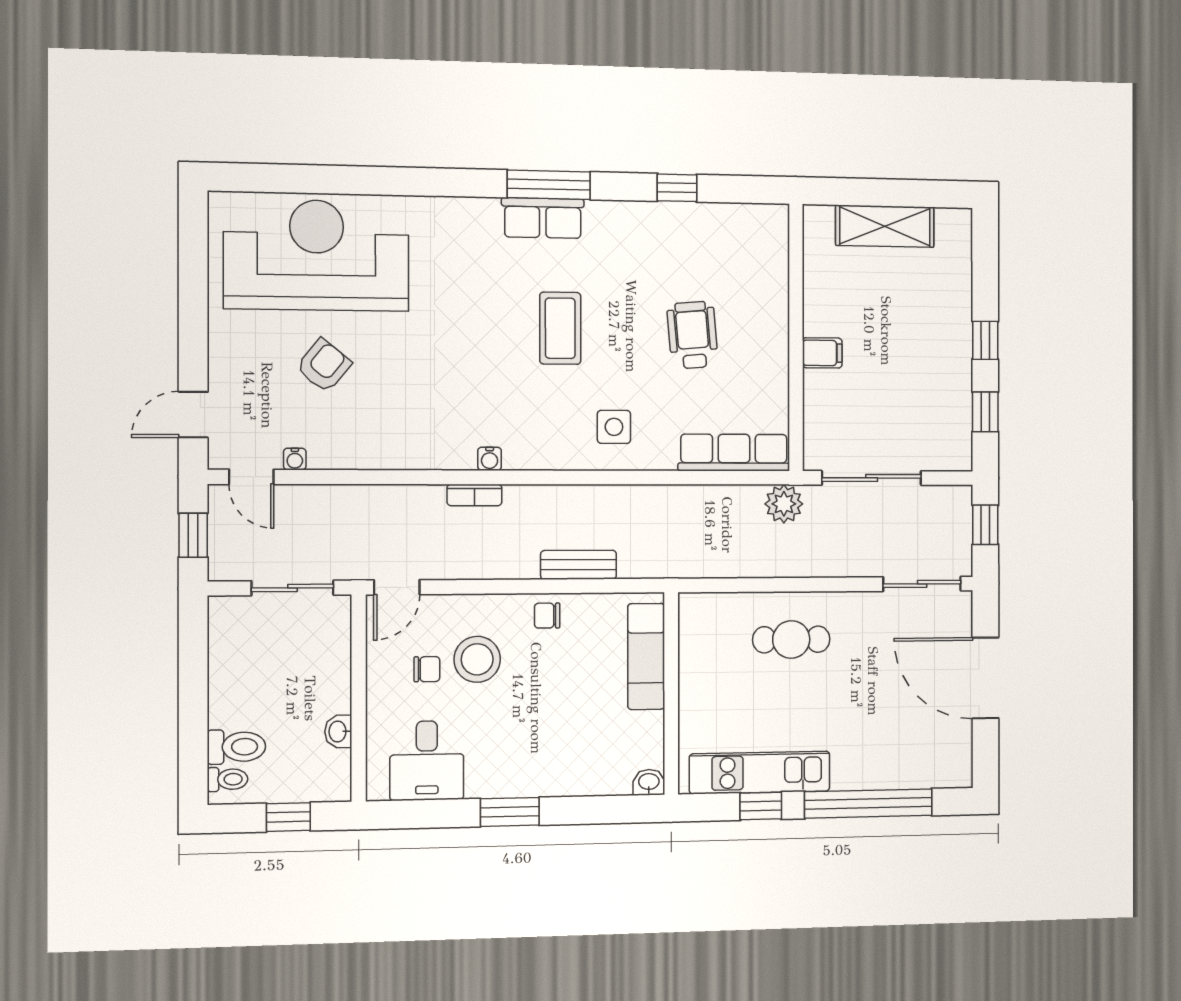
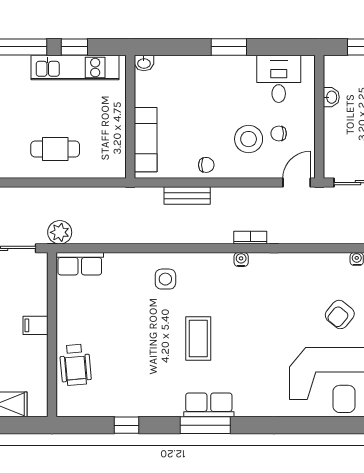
wheelchair: (693, 335) -> (75, 365), moved
row of seats: (734, 453) -> (80, 264), width x0.68

